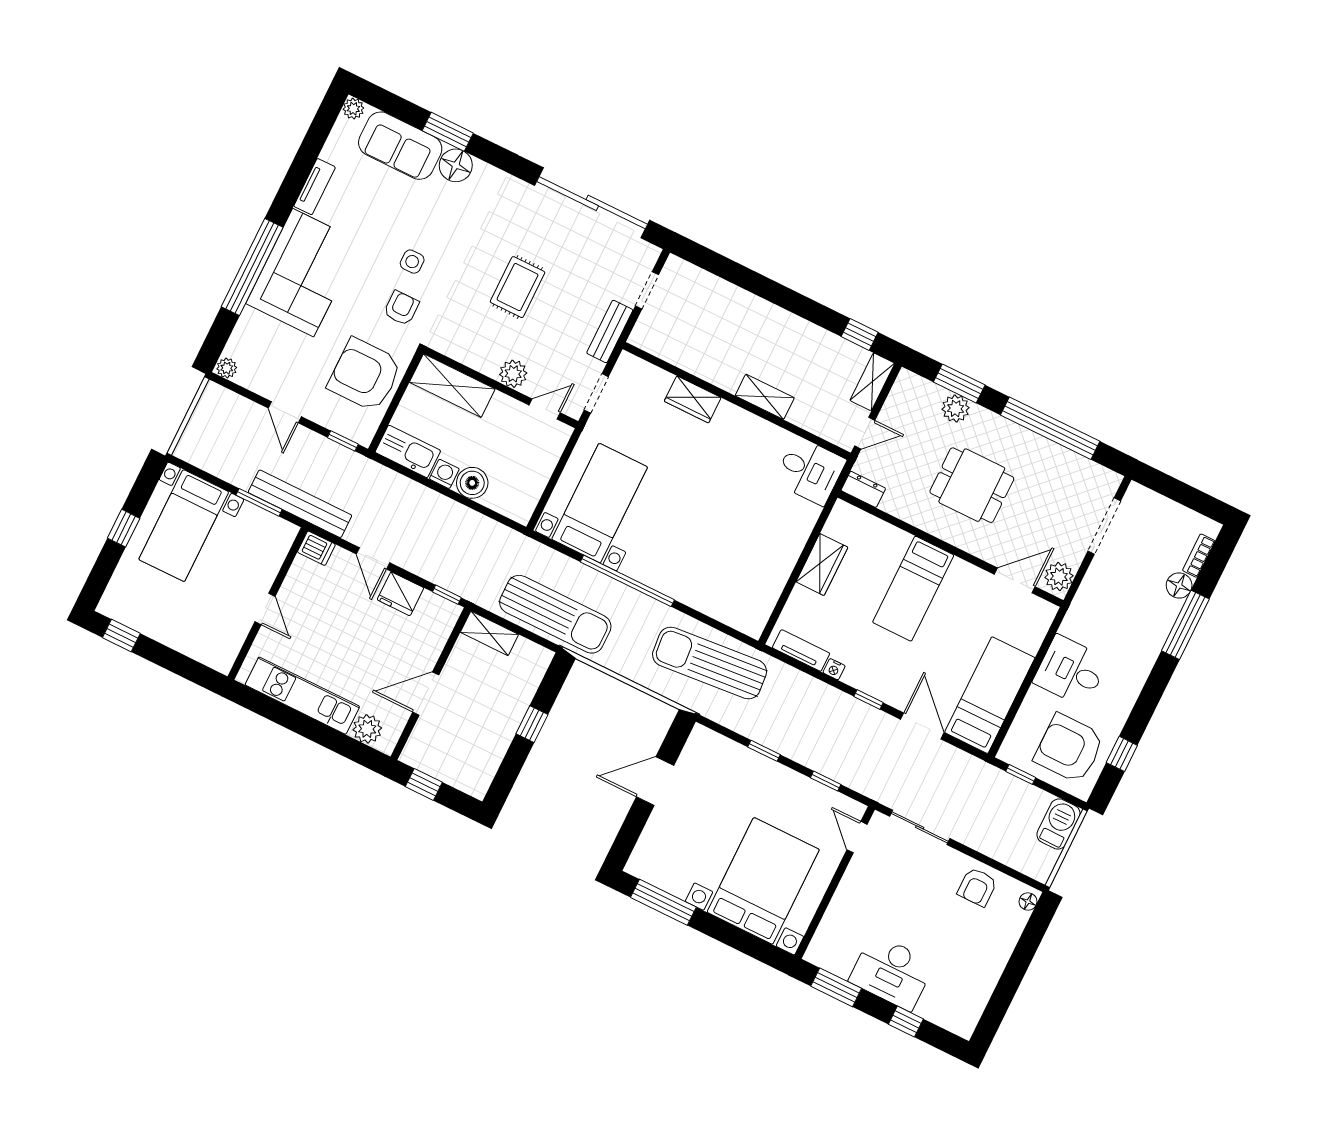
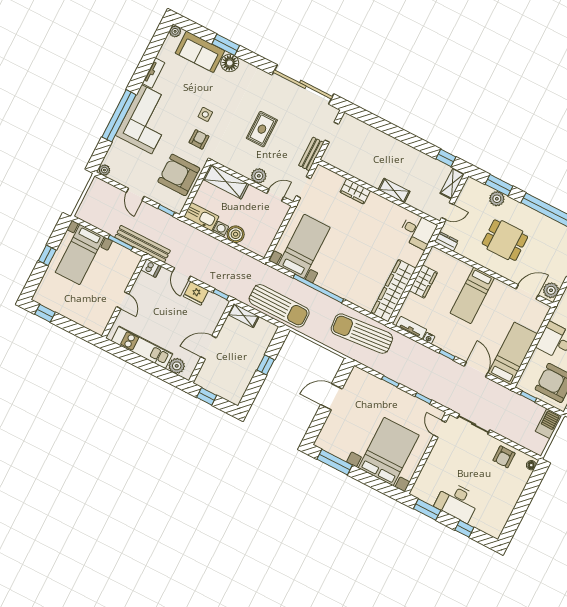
wardrobe: (767, 582) -> (393, 291), added

